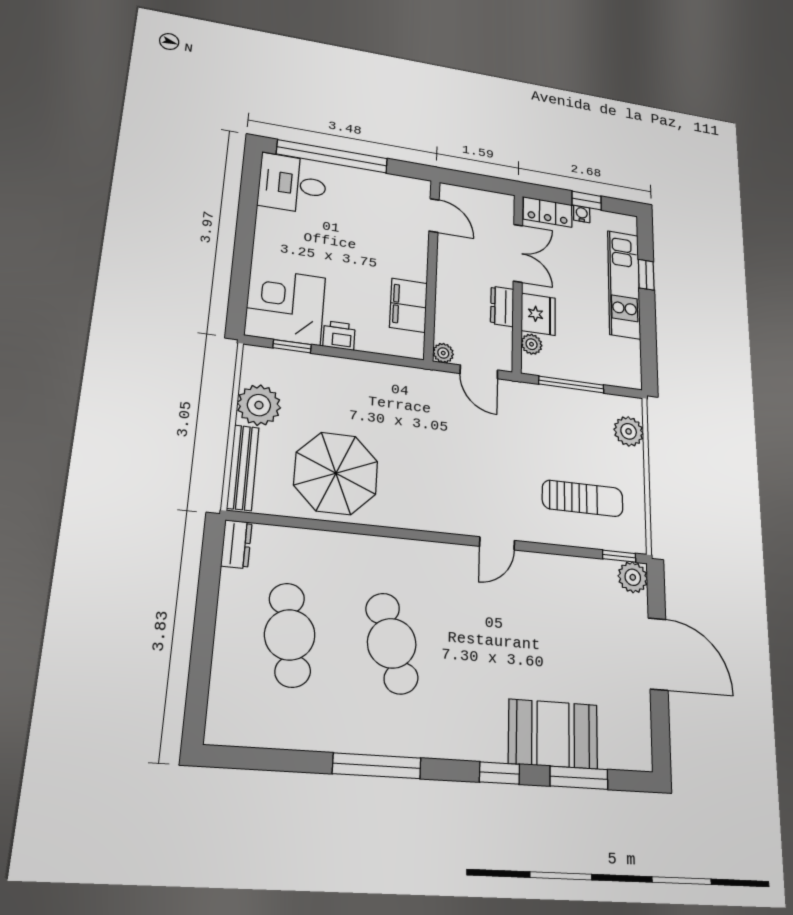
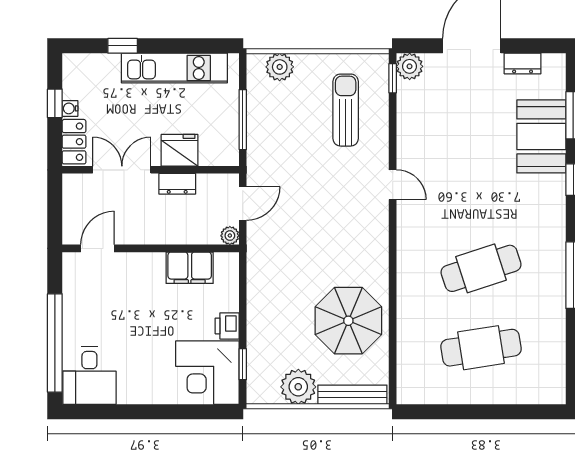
kitchen unit: (624, 284) -> (174, 68), moved
plant: (532, 344) -> (210, 156), removed
dresser: (236, 544) -> (523, 63), moved, turned 180

